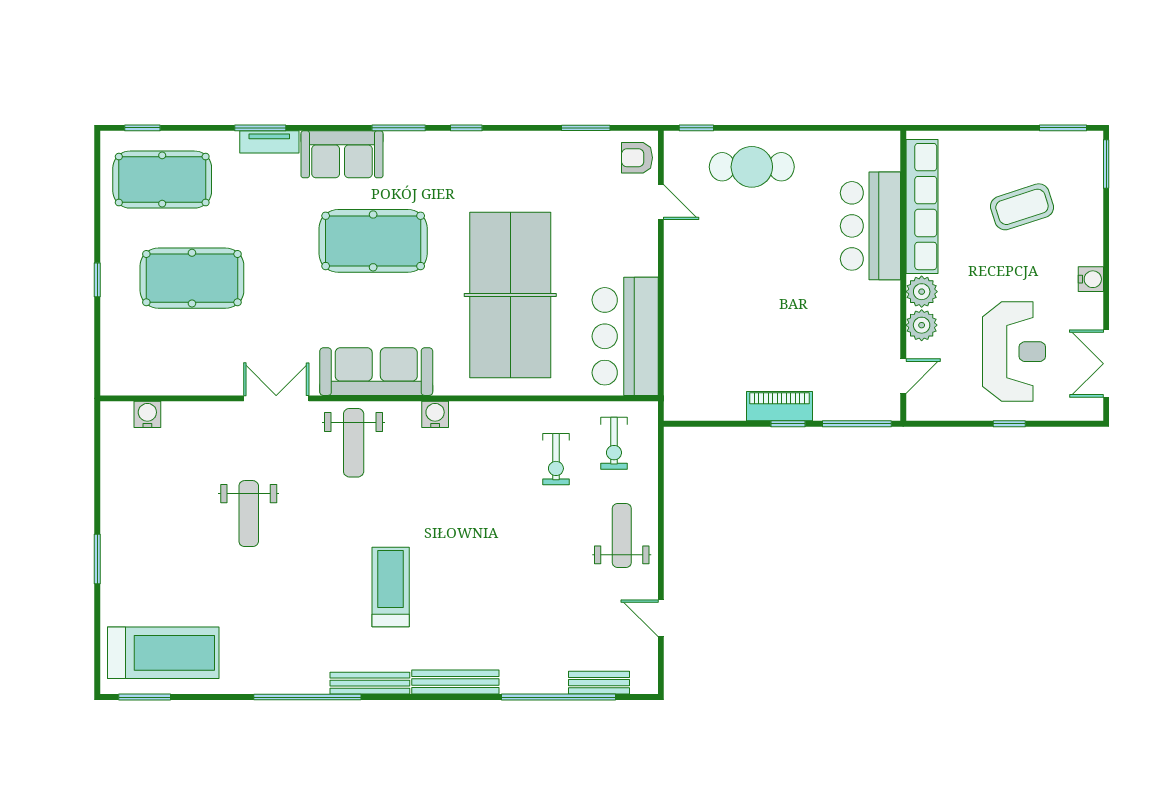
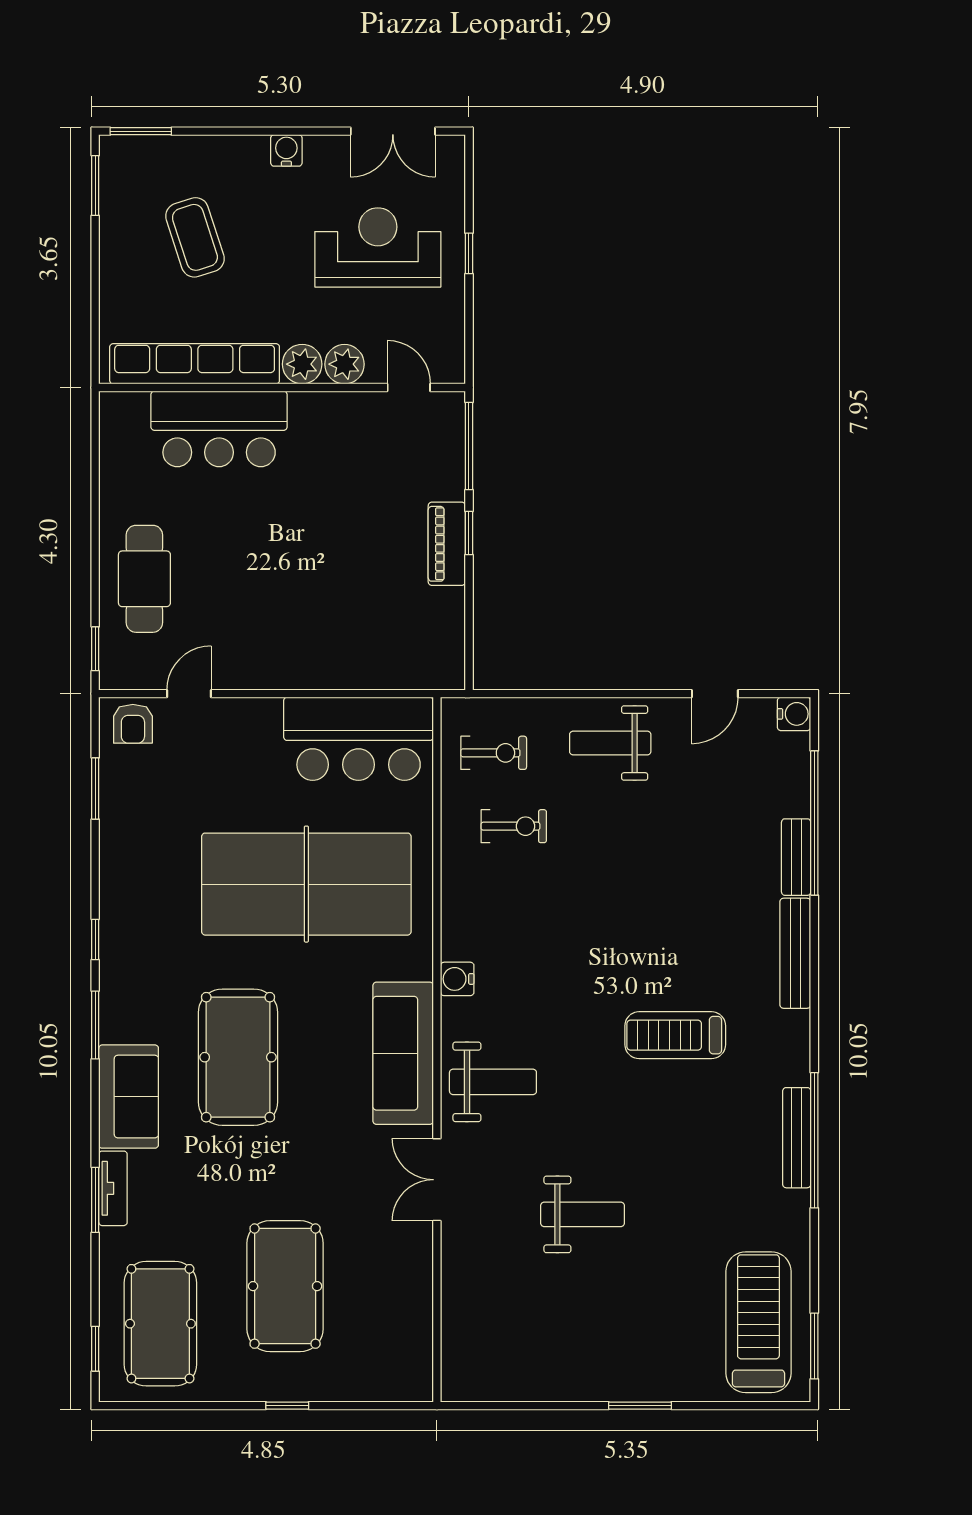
water cooler: (147, 414) -> (794, 714), moved, turned 180
bench: (370, 683) -> (797, 1138), moved
bench: (599, 683) -> (796, 857), moved

